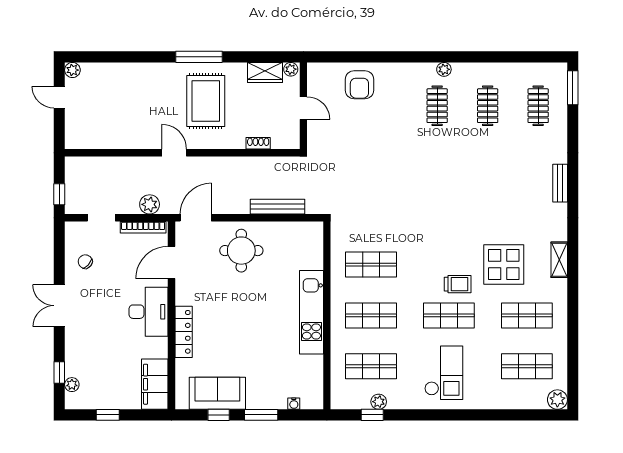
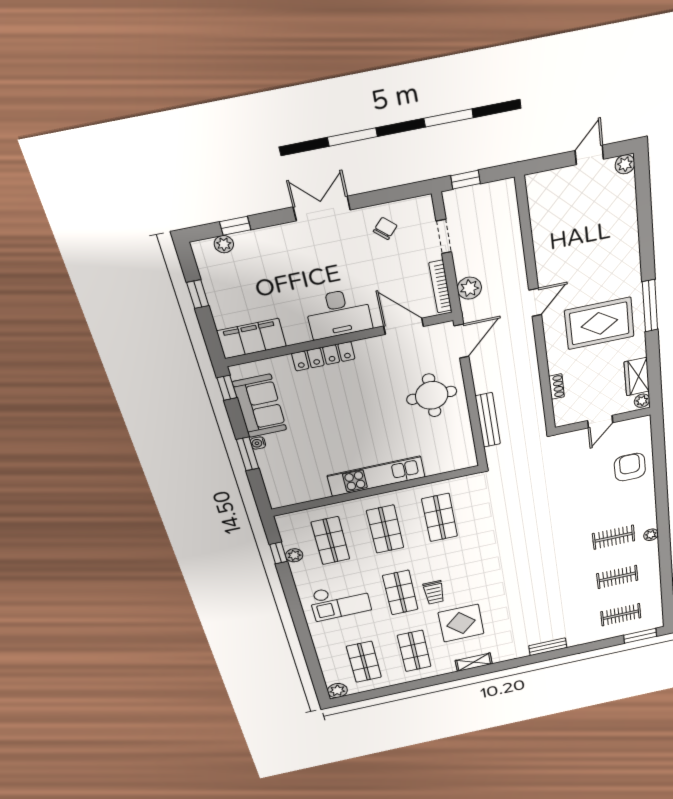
armchair: (359, 85) -> (630, 467), turned 90
door: (196, 218) -> (462, 341), hinge flipped
water cooler: (294, 404) -> (258, 443), moved
window: (219, 415) -> (227, 388), moved

